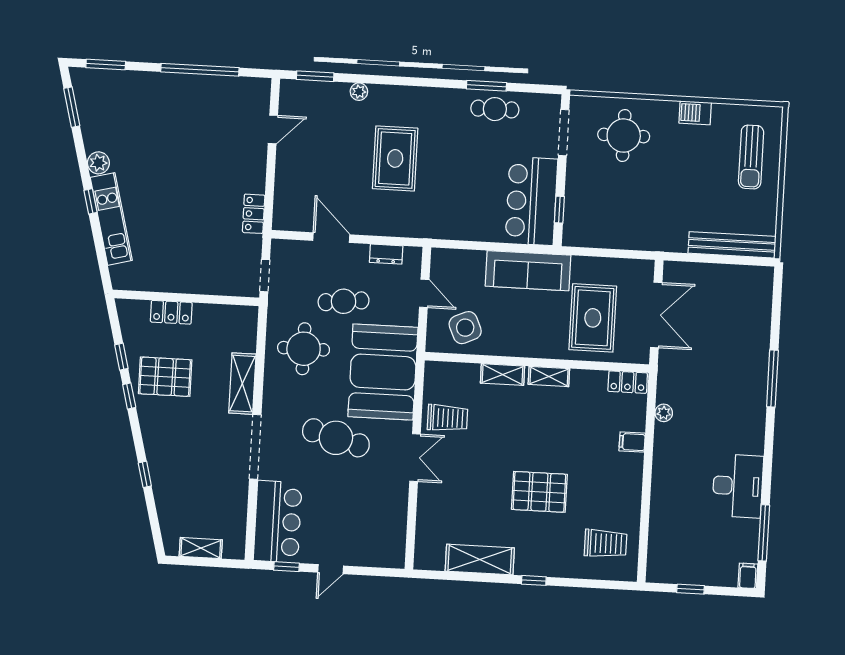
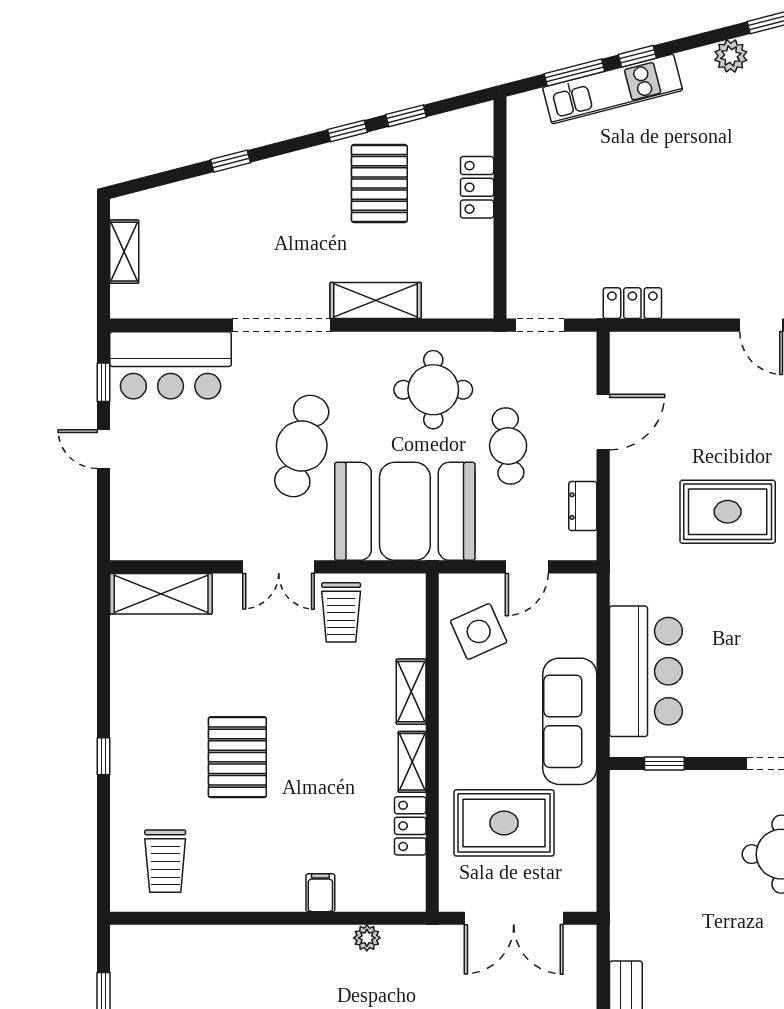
plant: (98, 163) -> (731, 56), moved
bar counter: (531, 201) -> (646, 671), moved, turned 90
window: (99, 244) -> (574, 72), added
locker: (628, 382) -> (410, 826), moved
shelving: (480, 560) -> (161, 594), moved, turned 90

